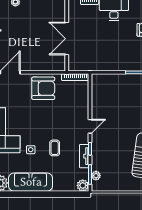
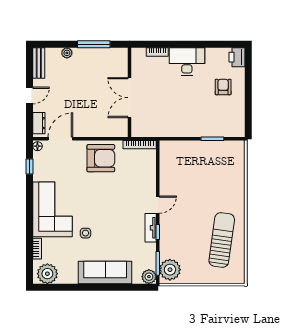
coffee table: (55, 148) -> (115, 231), removed
tv unit: (84, 156) -> (151, 228), moved
plant: (96, 176) -> (170, 270), width x1.87, depth x1.87
sofa: (31, 182) -> (105, 273), moved

